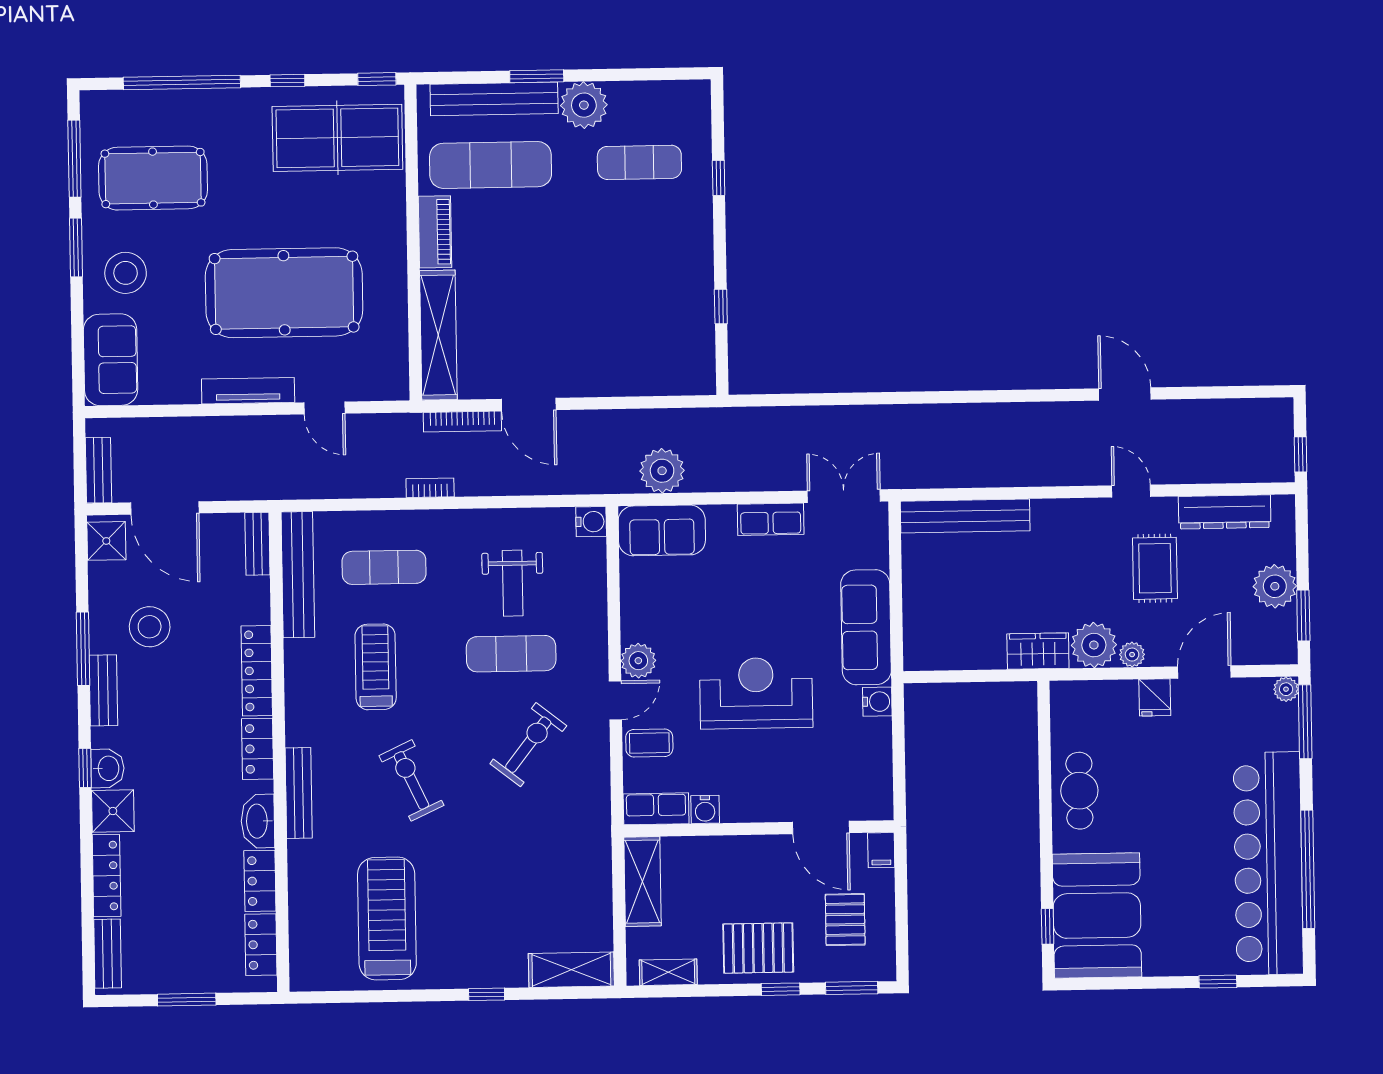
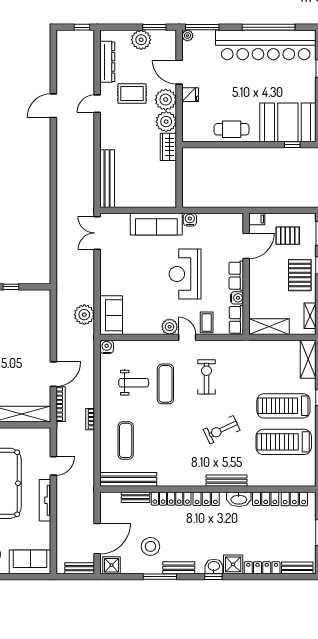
row of seats: (771, 519) -> (236, 276), moved, turned 180
bench: (257, 544) -> (136, 497), moved
plant: (1132, 655) -> (166, 100), width x1.87, depth x1.87
treadmill: (376, 667) -> (283, 406), moved, width x1.37, depth x1.38
exercise bike: (528, 745) -> (207, 377), turned 52

